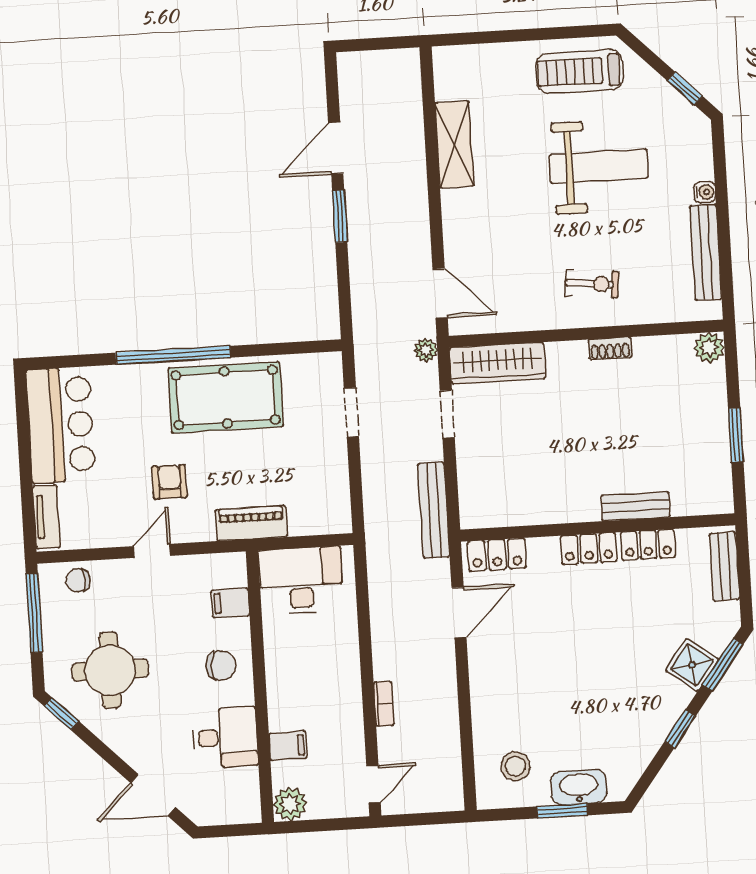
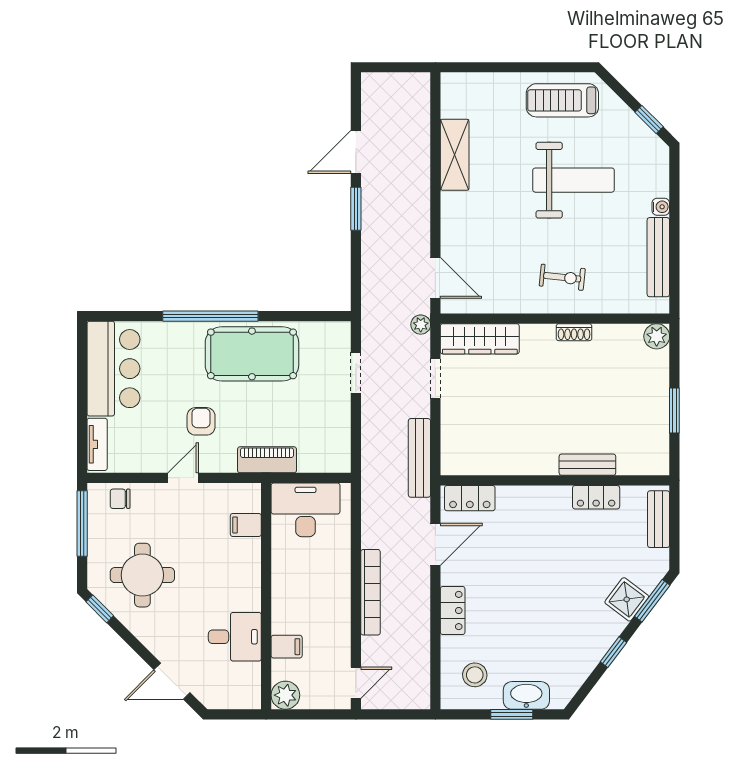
locker: (589, 549) -> (453, 610), moved, turned -90
chair: (221, 666) -> (235, 577), removed
bookcase: (384, 704) -> (371, 592), width x2.31, depth x1.31

